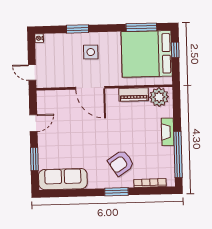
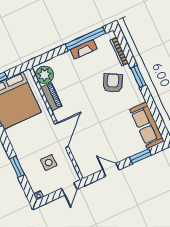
side table: (91, 52) -> (49, 163), moved
fireplace: (168, 132) -> (84, 49), moved
armchair: (121, 163) -> (113, 83), turned -118

